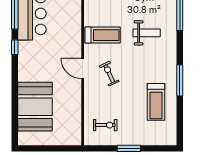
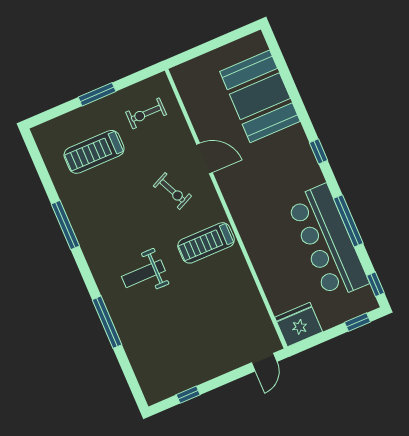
window: (15, 47) -> (319, 151), moved
door: (83, 69) -> (204, 158), moved
treadmill: (156, 102) -> (94, 152), moved, turned -90

